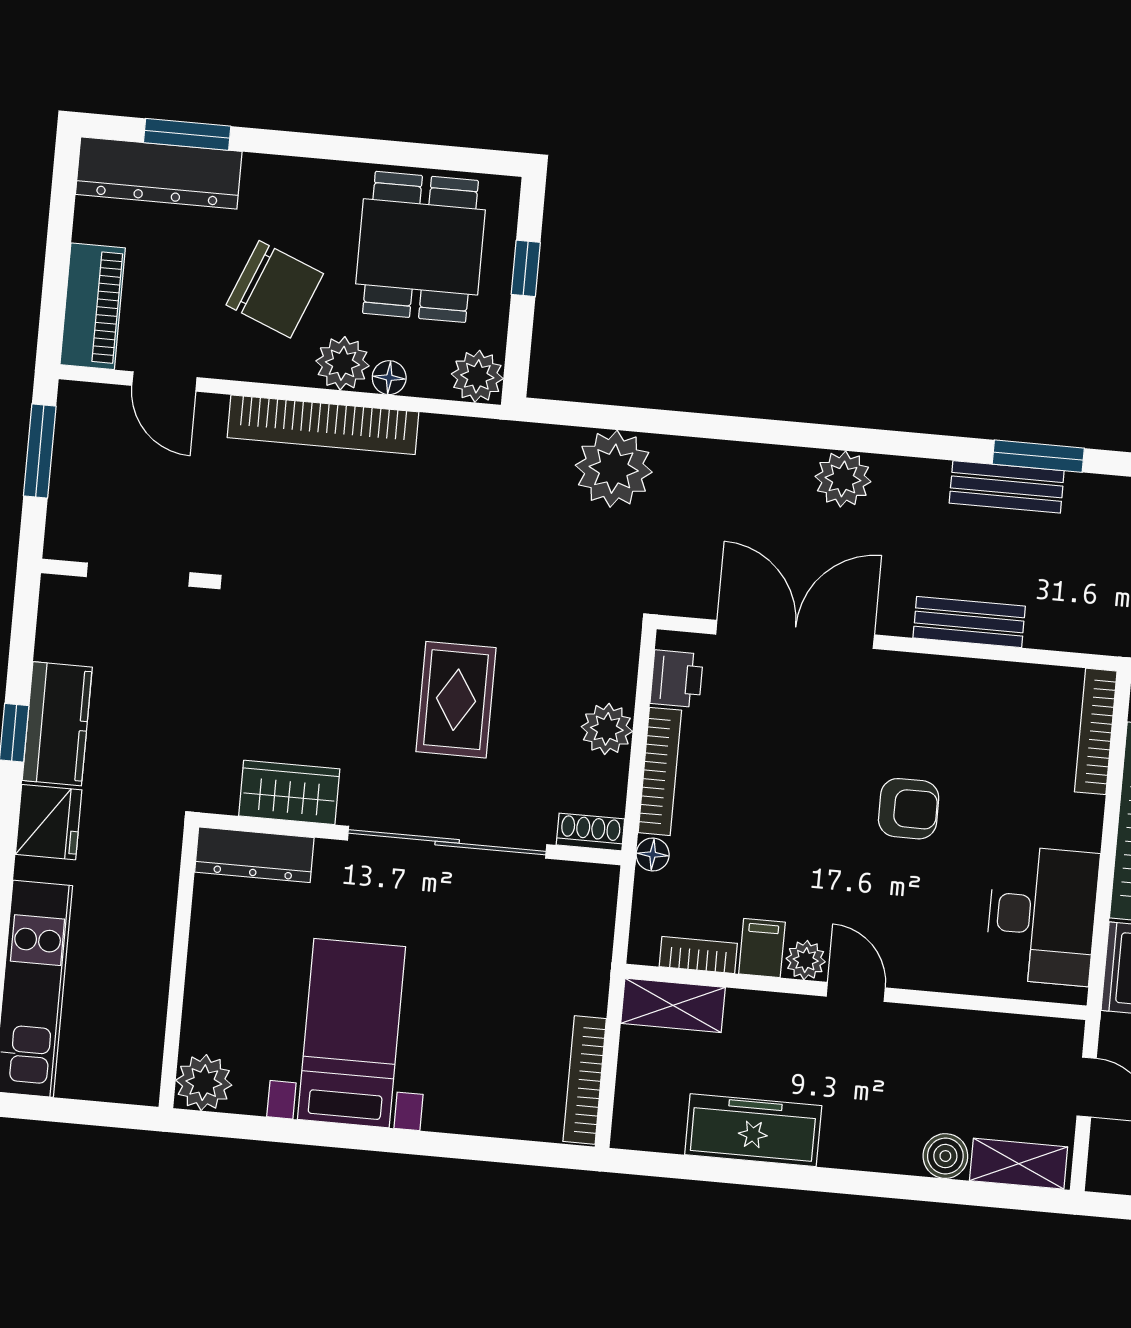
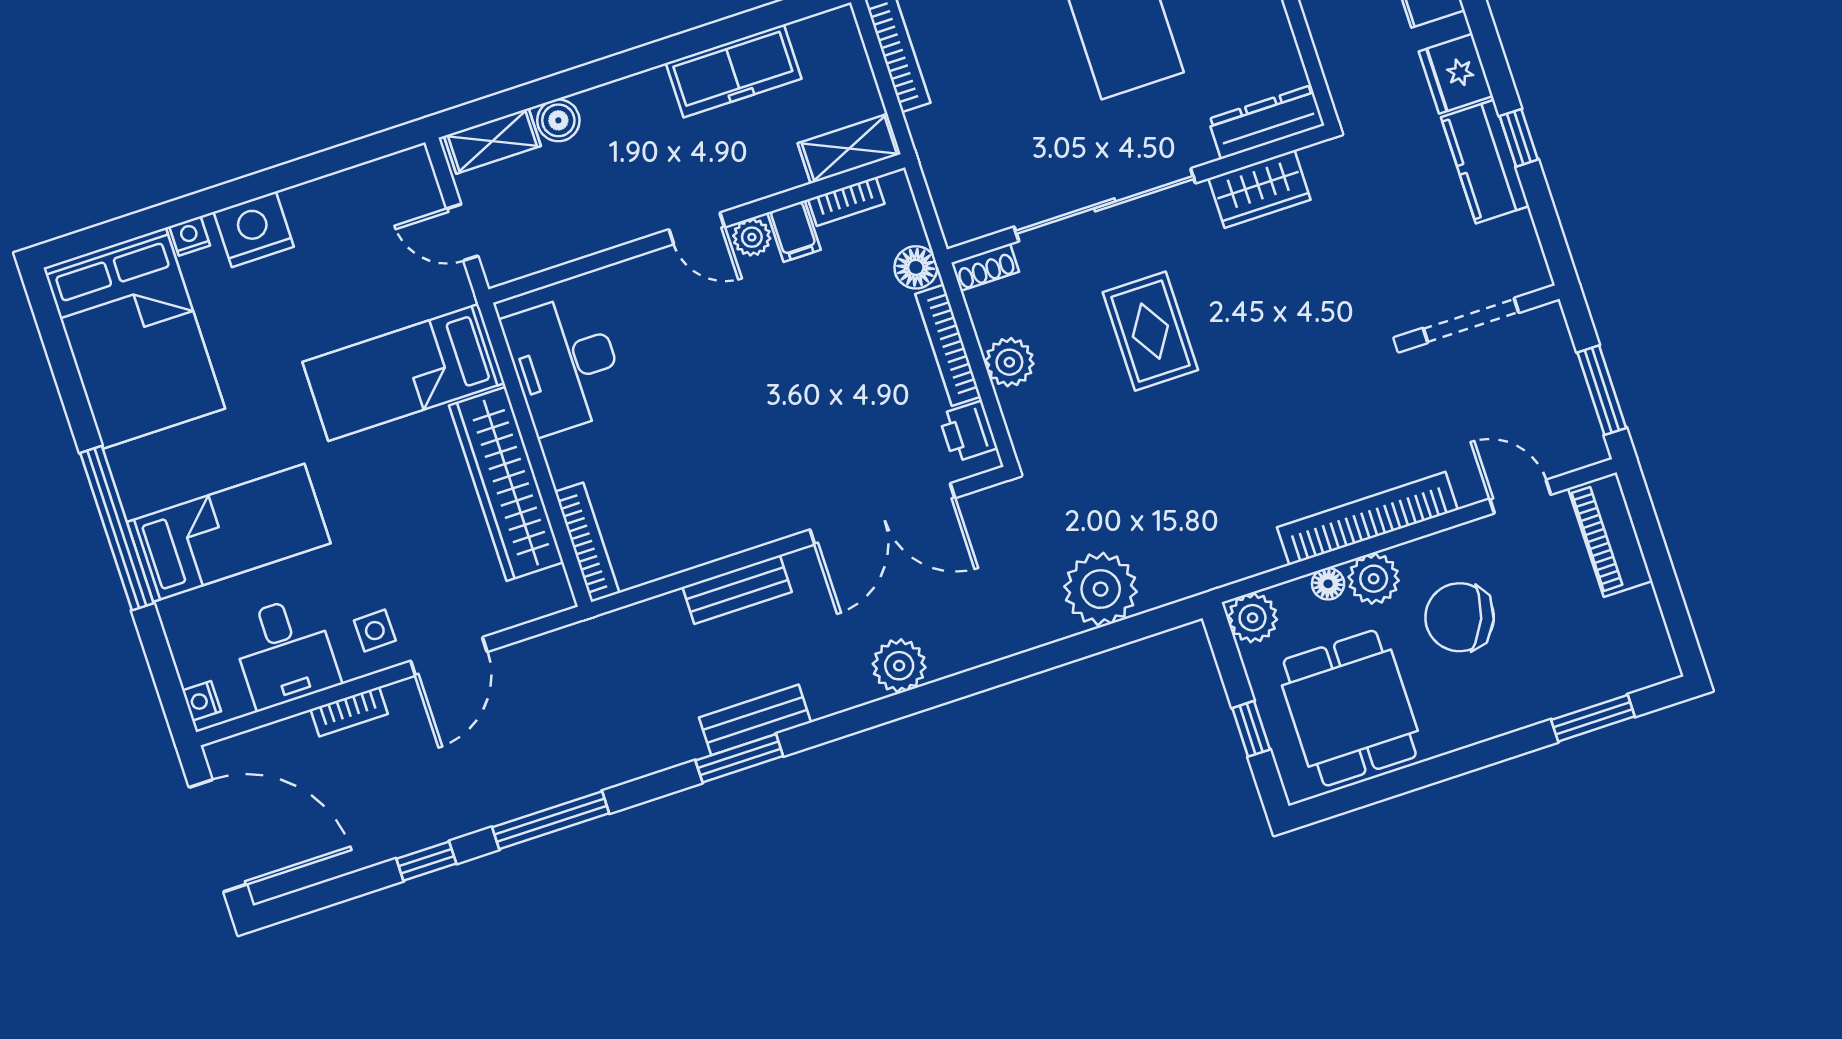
dresser: (159, 173) -> (1603, 674), removed
armchair: (909, 809) -> (720, 406), removed
floor lamp: (653, 854) -> (916, 267), width x1.37, depth x1.37

